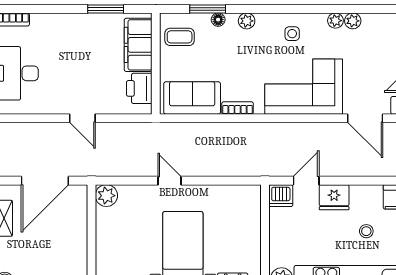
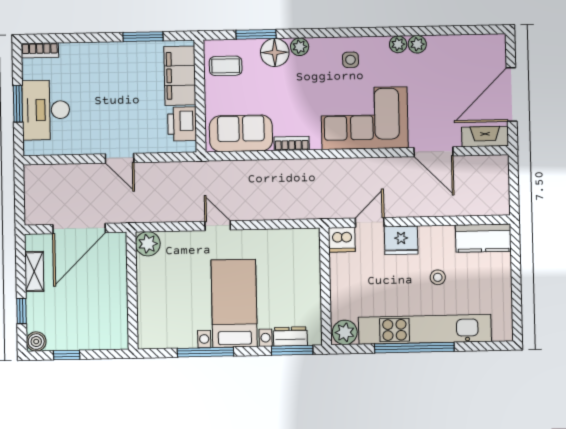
floor lamp: (218, 20) -> (275, 52), width x1.89, depth x1.89

